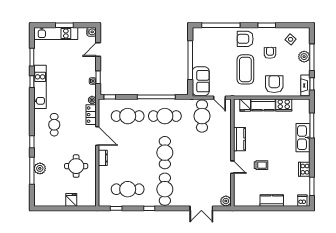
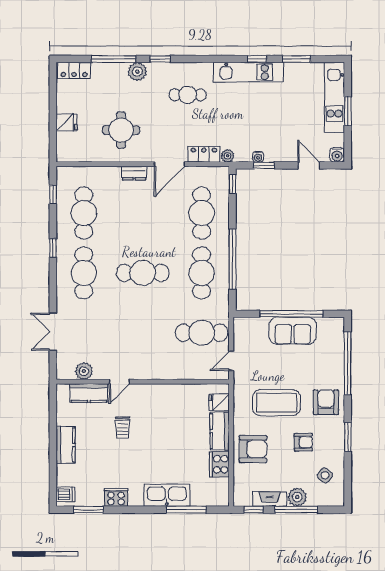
sofa: (201, 81) -> (293, 331), moved
fireplace: (305, 85) -> (270, 499), moved
kitchen counter: (239, 139) -> (89, 393), moved
plant: (40, 168) -> (137, 72), moved
cafe table: (165, 189) -> (84, 273), turned 90
locker: (39, 195) -> (74, 70), added
plant: (226, 201) -> (84, 371), moved

